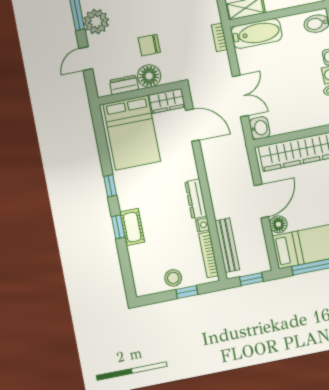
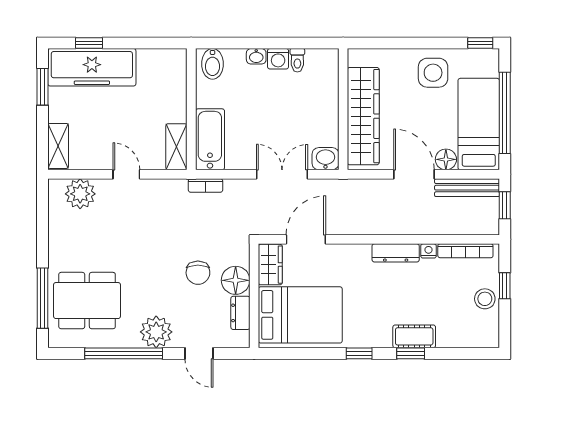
bench: (227, 245) -> (467, 188), moved

